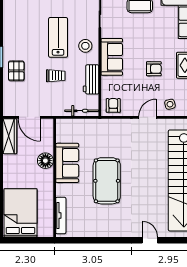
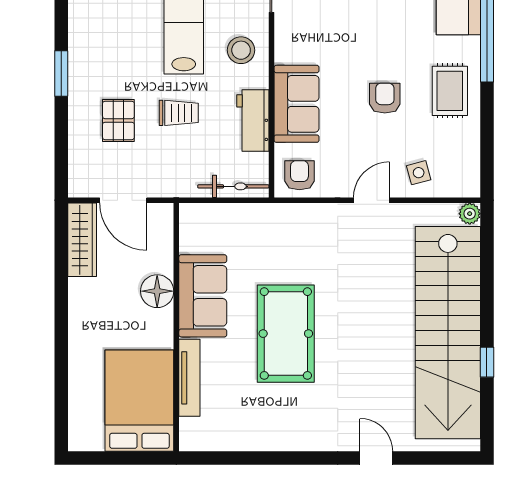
sofa: (112, 57) -> (297, 104), moved
armchair: (154, 69) -> (385, 98), turned -90
pallet: (16, 71) -> (118, 120), moved
bed: (20, 213) -> (139, 401), moved
tv unit: (61, 215) -> (189, 378), moved

